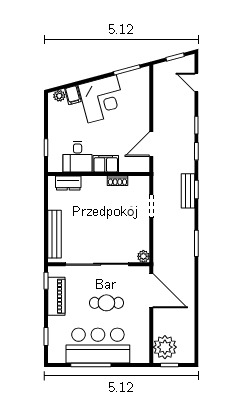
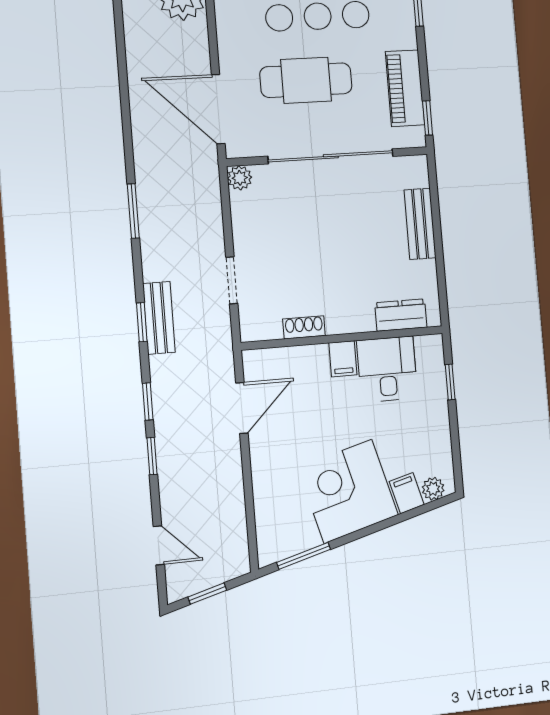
filing cabinet: (106, 164) -> (343, 359), width x0.50
bench: (55, 234) -> (420, 224), width x0.73
cafe table: (106, 303) -> (306, 80), width x1.37, depth x1.35

